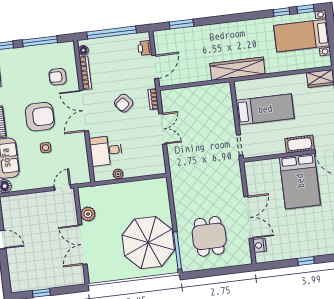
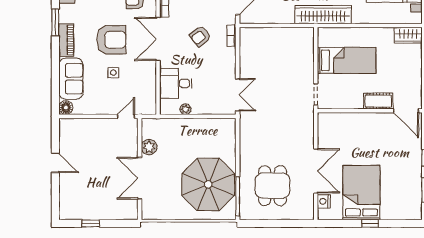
double door: (163, 129) -> (238, 95), moved
bed: (300, 181) -> (361, 193), moved, turned 180

